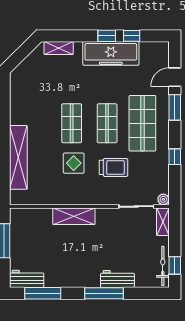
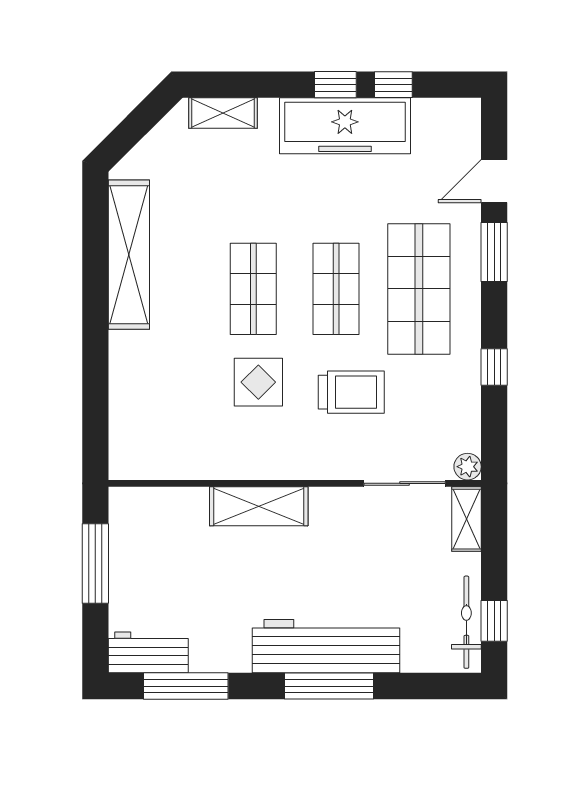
shelving: (18, 157) -> (129, 255), moved
workbench: (117, 279) -> (326, 646), width x1.88, depth x1.32

